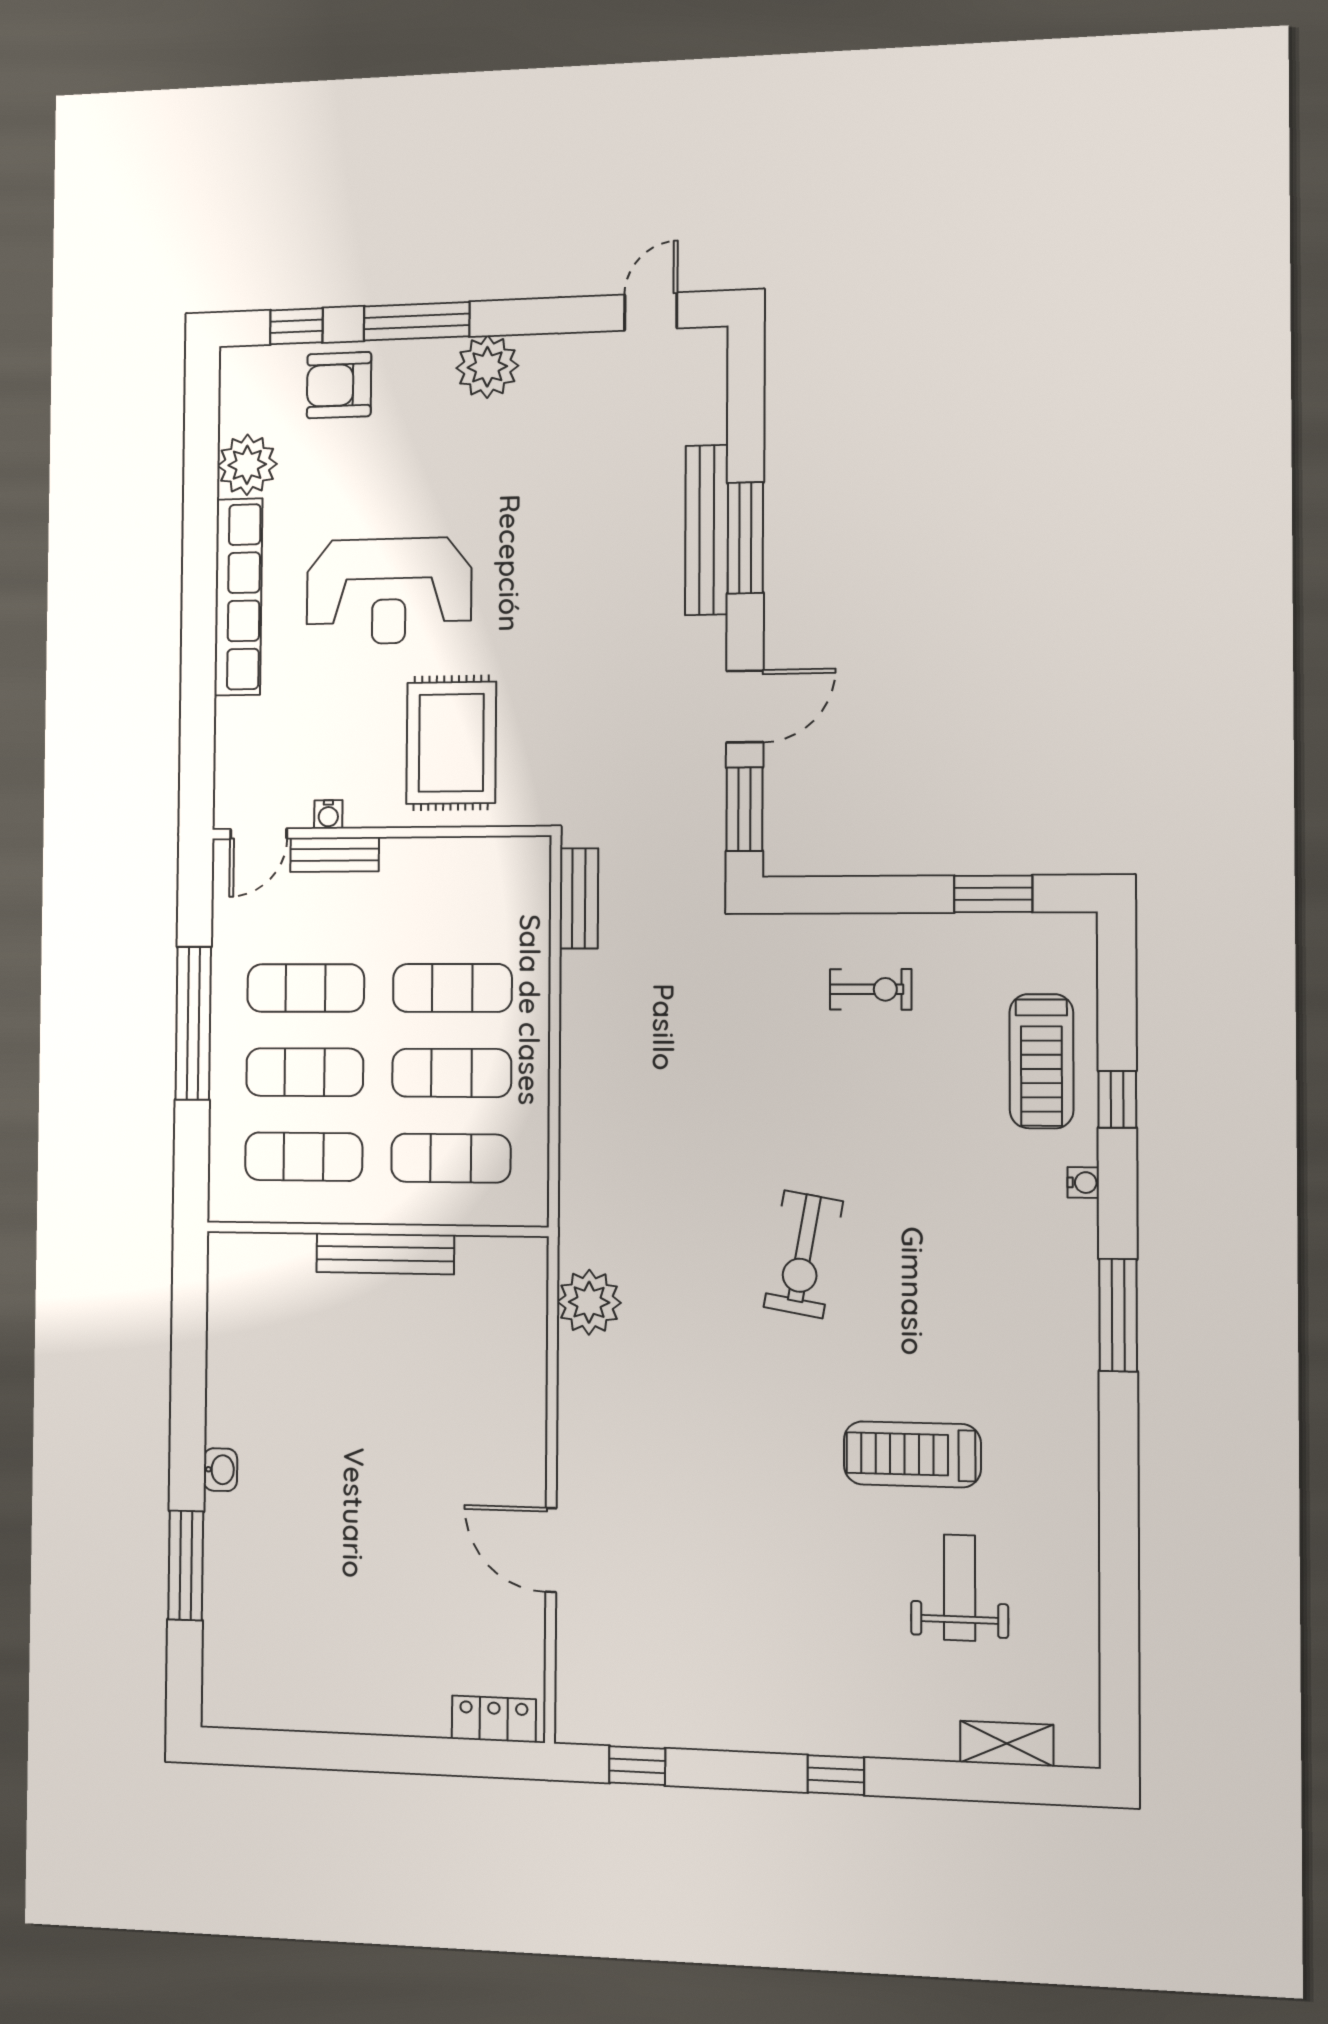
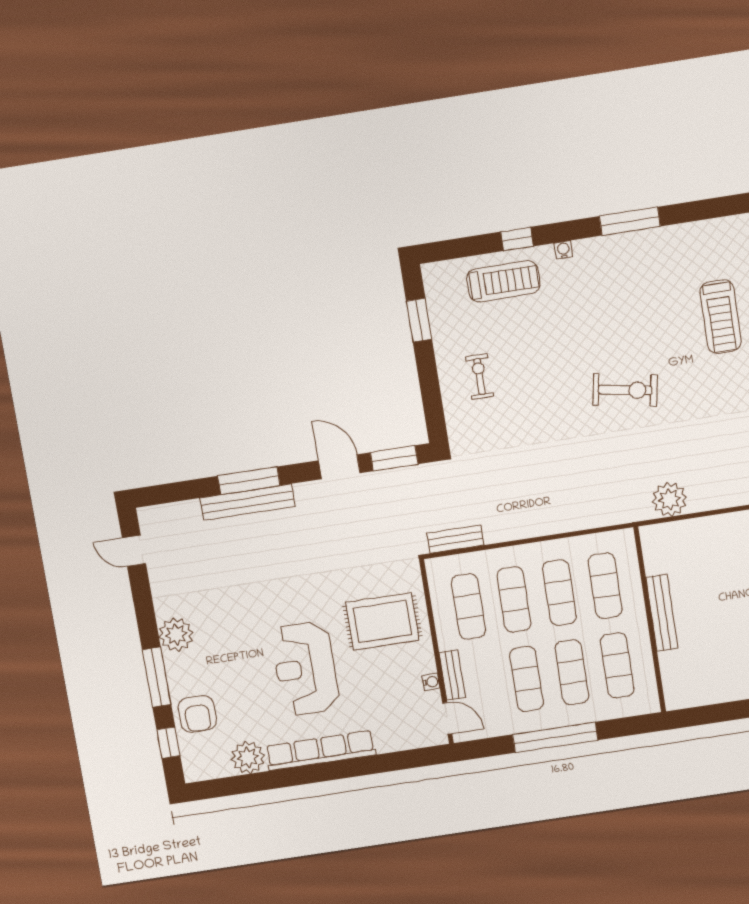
reception desk: (389, 591) -> (305, 669), turned 180
exercise mat: (453, 903) -> (468, 606), added

